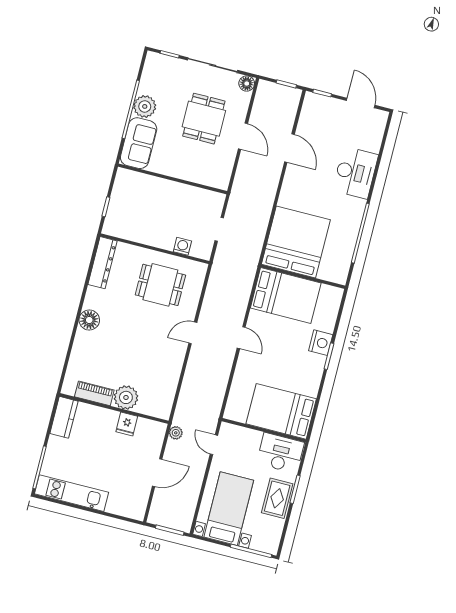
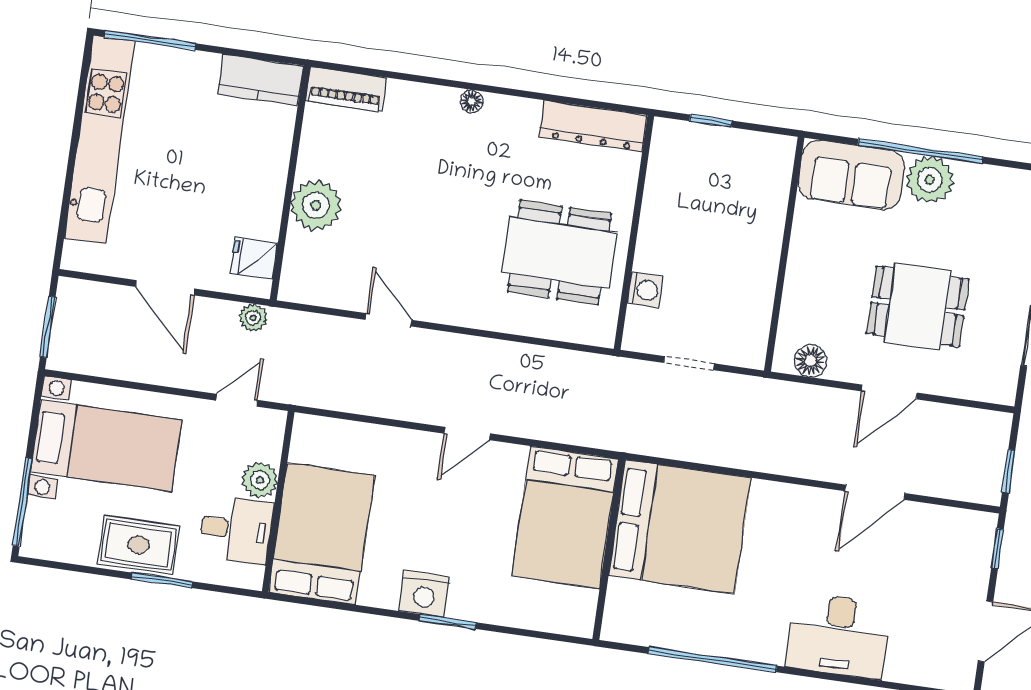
floor lamp: (247, 84) -> (810, 361), moved
dining table: (160, 285) -> (559, 253), width x1.38
floor lamp: (89, 320) -> (471, 101), width x0.53, depth x0.53
door: (193, 333) -> (389, 320), moved
nightstand: (321, 343) -> (424, 594), moved
piano: (94, 393) -> (346, 89), moved, turned 90
fridge: (127, 424) -> (254, 258), moved
plant: (253, 438) -> (260, 480), added
desk: (280, 453) -> (236, 530), width x0.73
kitchen unit: (71, 493) -> (99, 140), width x1.36

